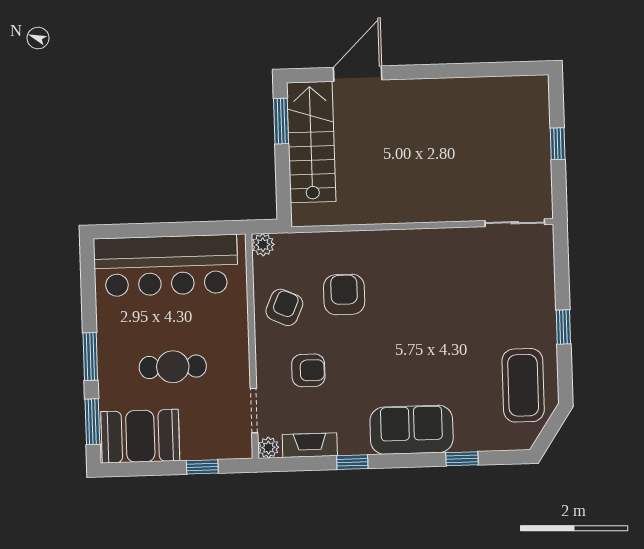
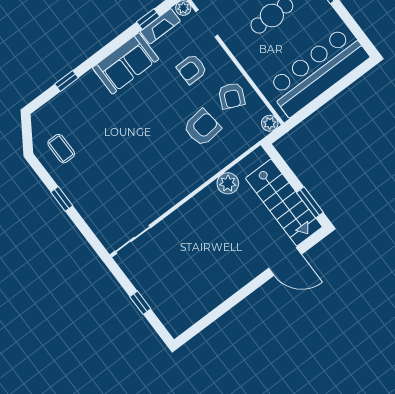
door: (358, 74) -> (285, 261), hinge flipped
plant: (360, 210) -> (228, 183), added
armchair: (344, 294) -> (202, 128), turned -97
coffee table: (523, 385) -> (61, 149), width x0.54, depth x0.58
sofa: (412, 430) -> (126, 63), moved
window: (352, 462) -> (148, 19), moved

